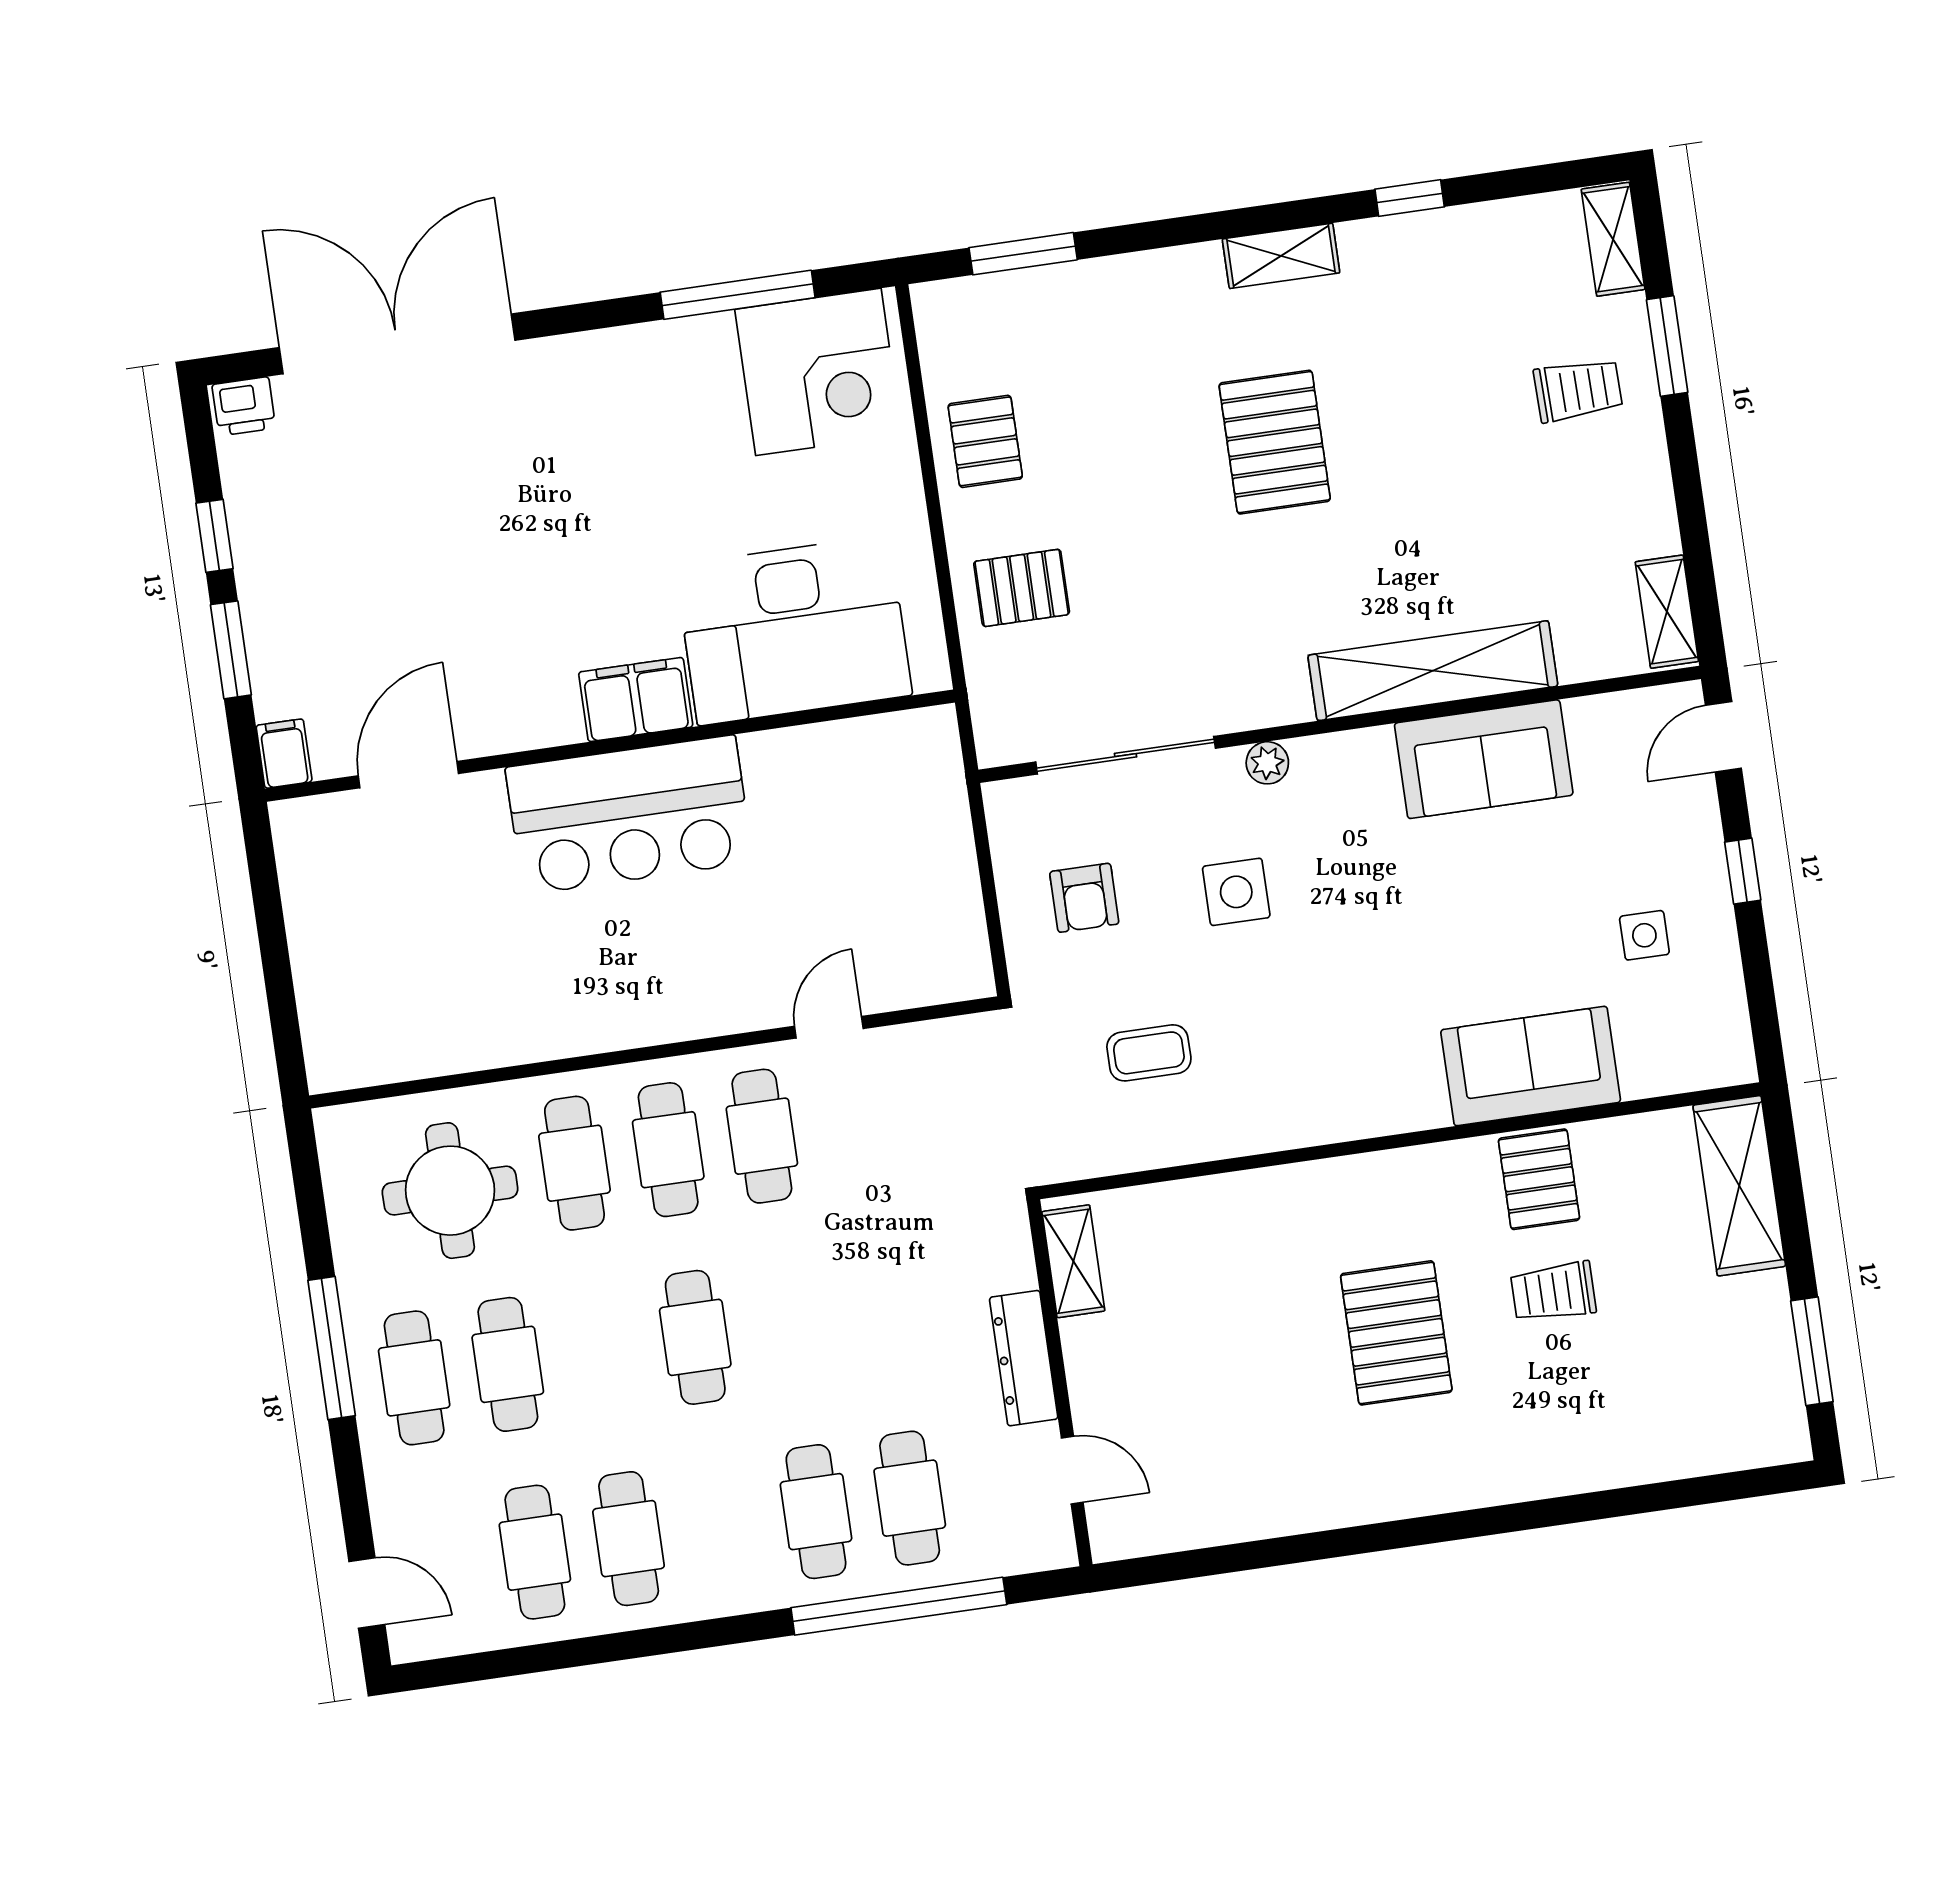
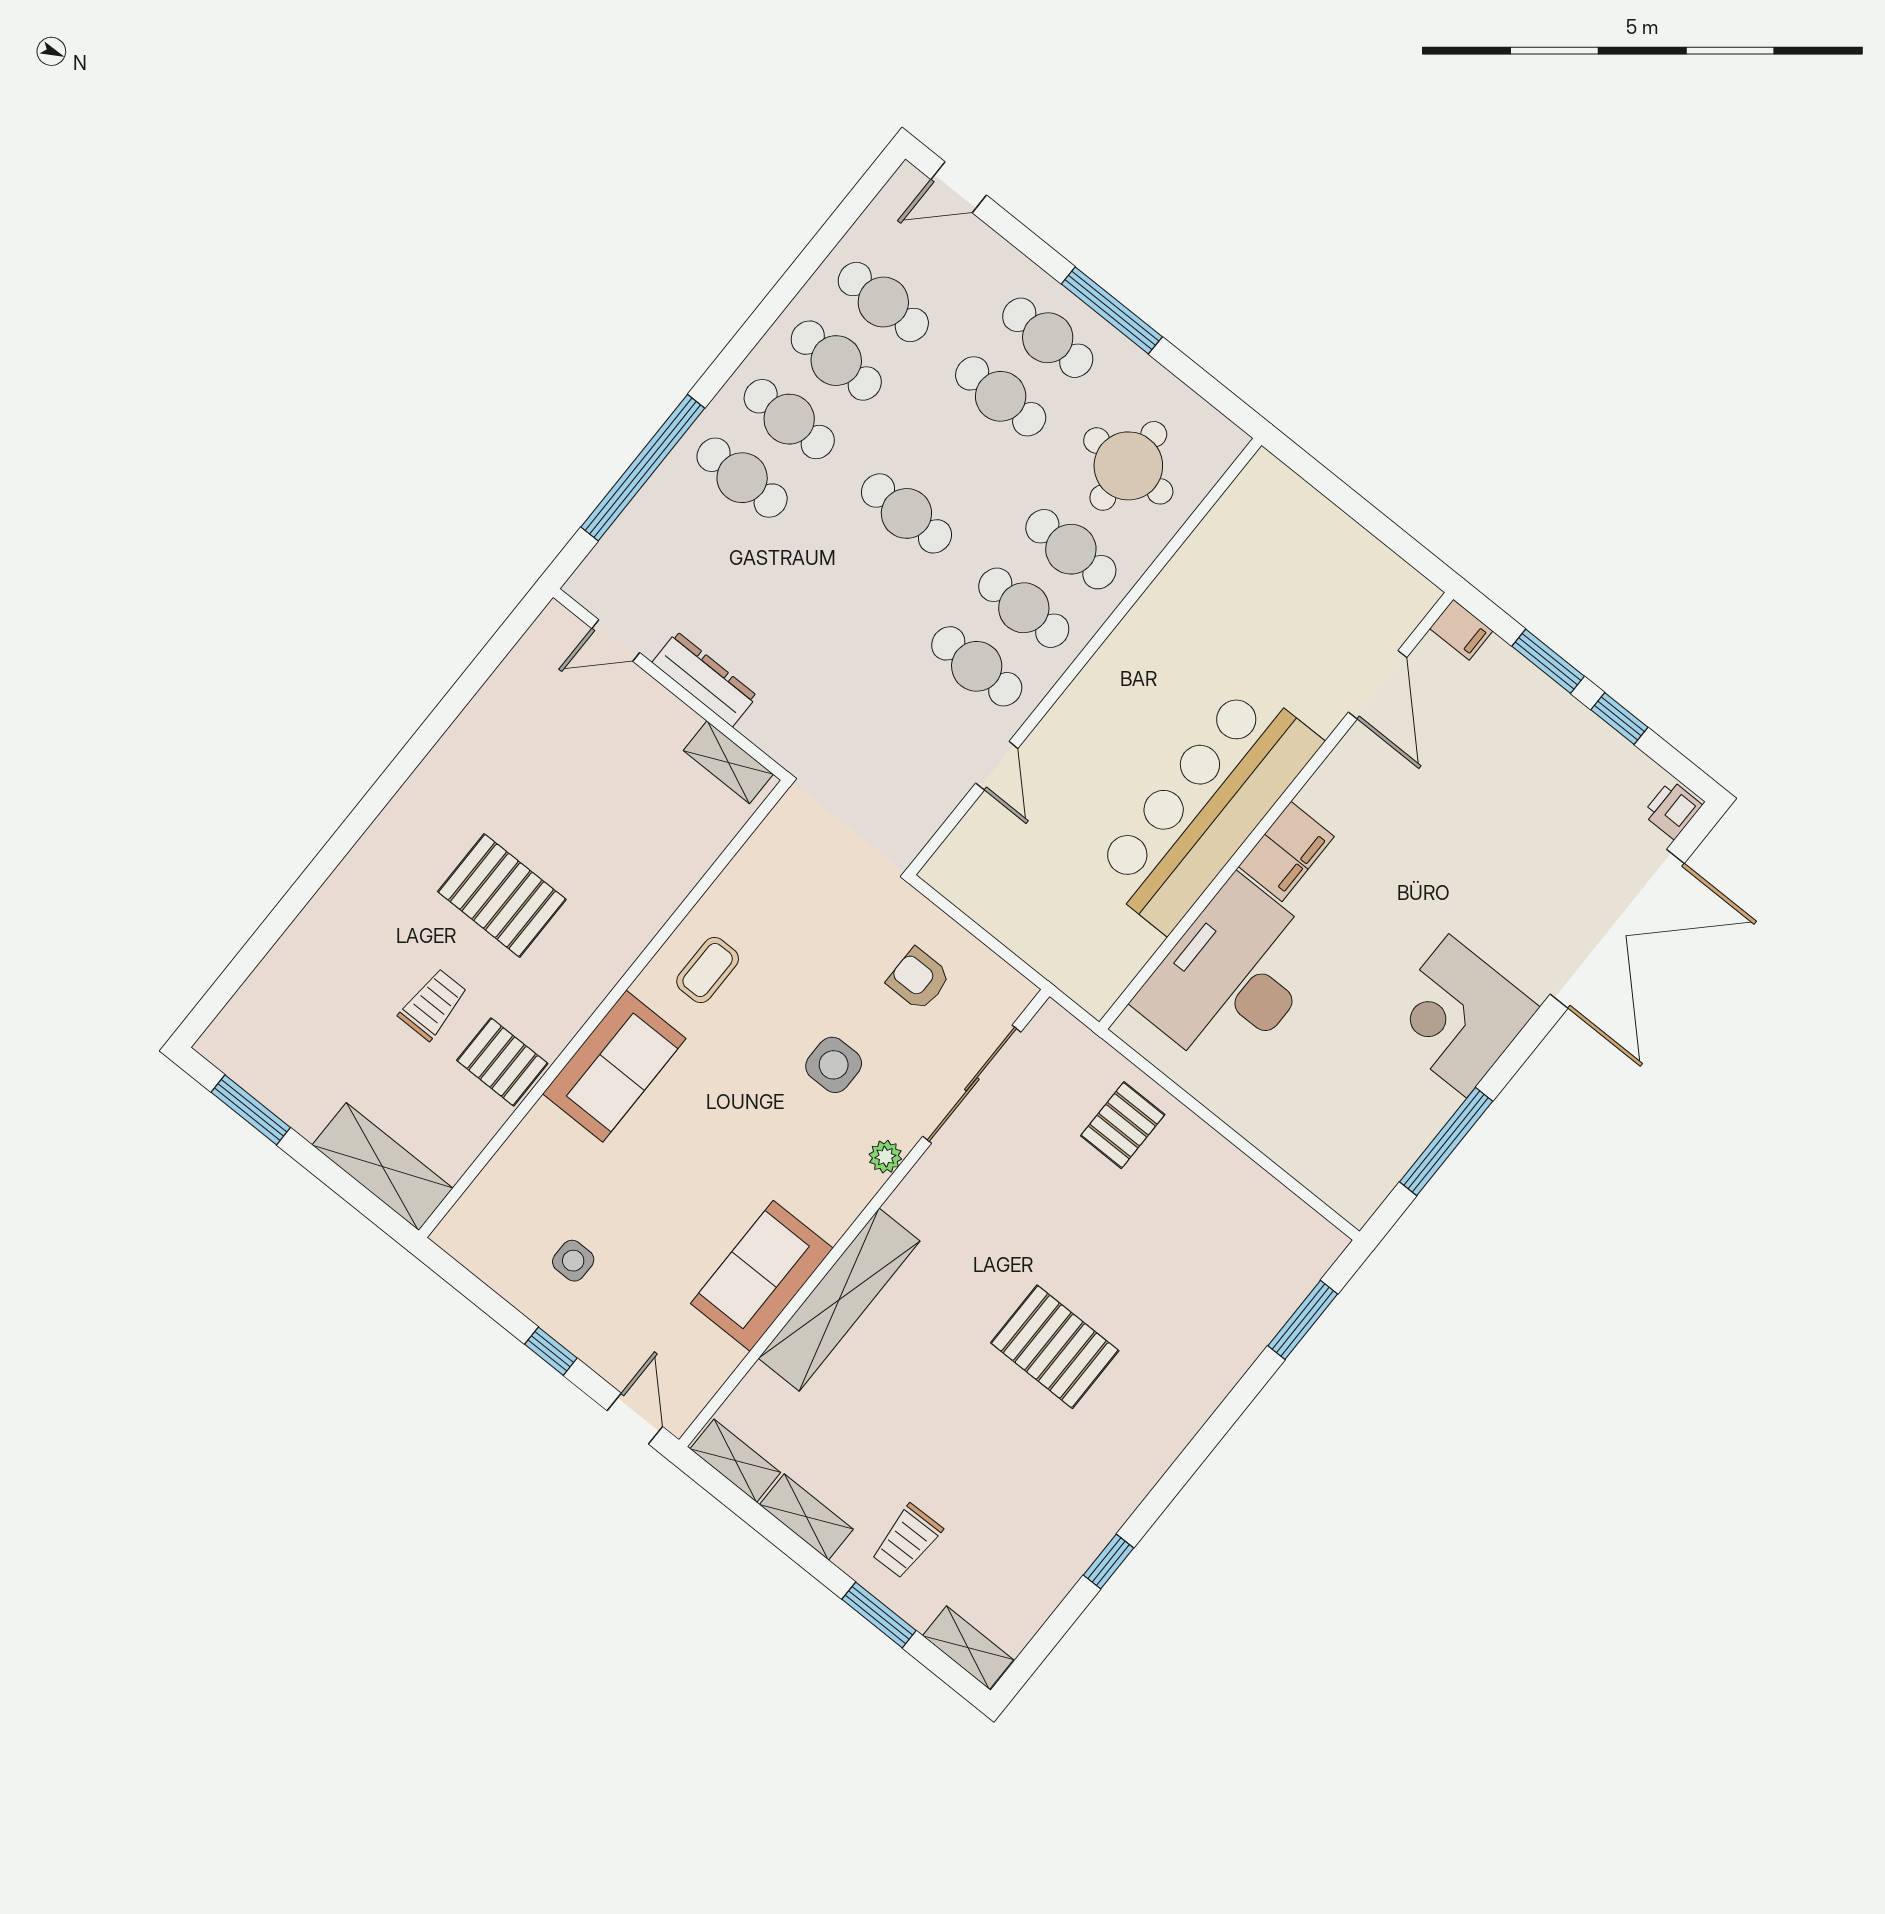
shelving: (1281, 256) -> (806, 1517), moved, turned 90
corner desk: (818, 372) -> (1458, 1016), moved
pallet: (985, 441) -> (1223, 1190), removed
bar counter: (629, 815) -> (1207, 807), width x1.36
coffee table: (1149, 1053) -> (708, 970), moved
sofa: (1531, 1066) -> (614, 1066), moved
cafe table: (910, 1498) -> (789, 419), moved

